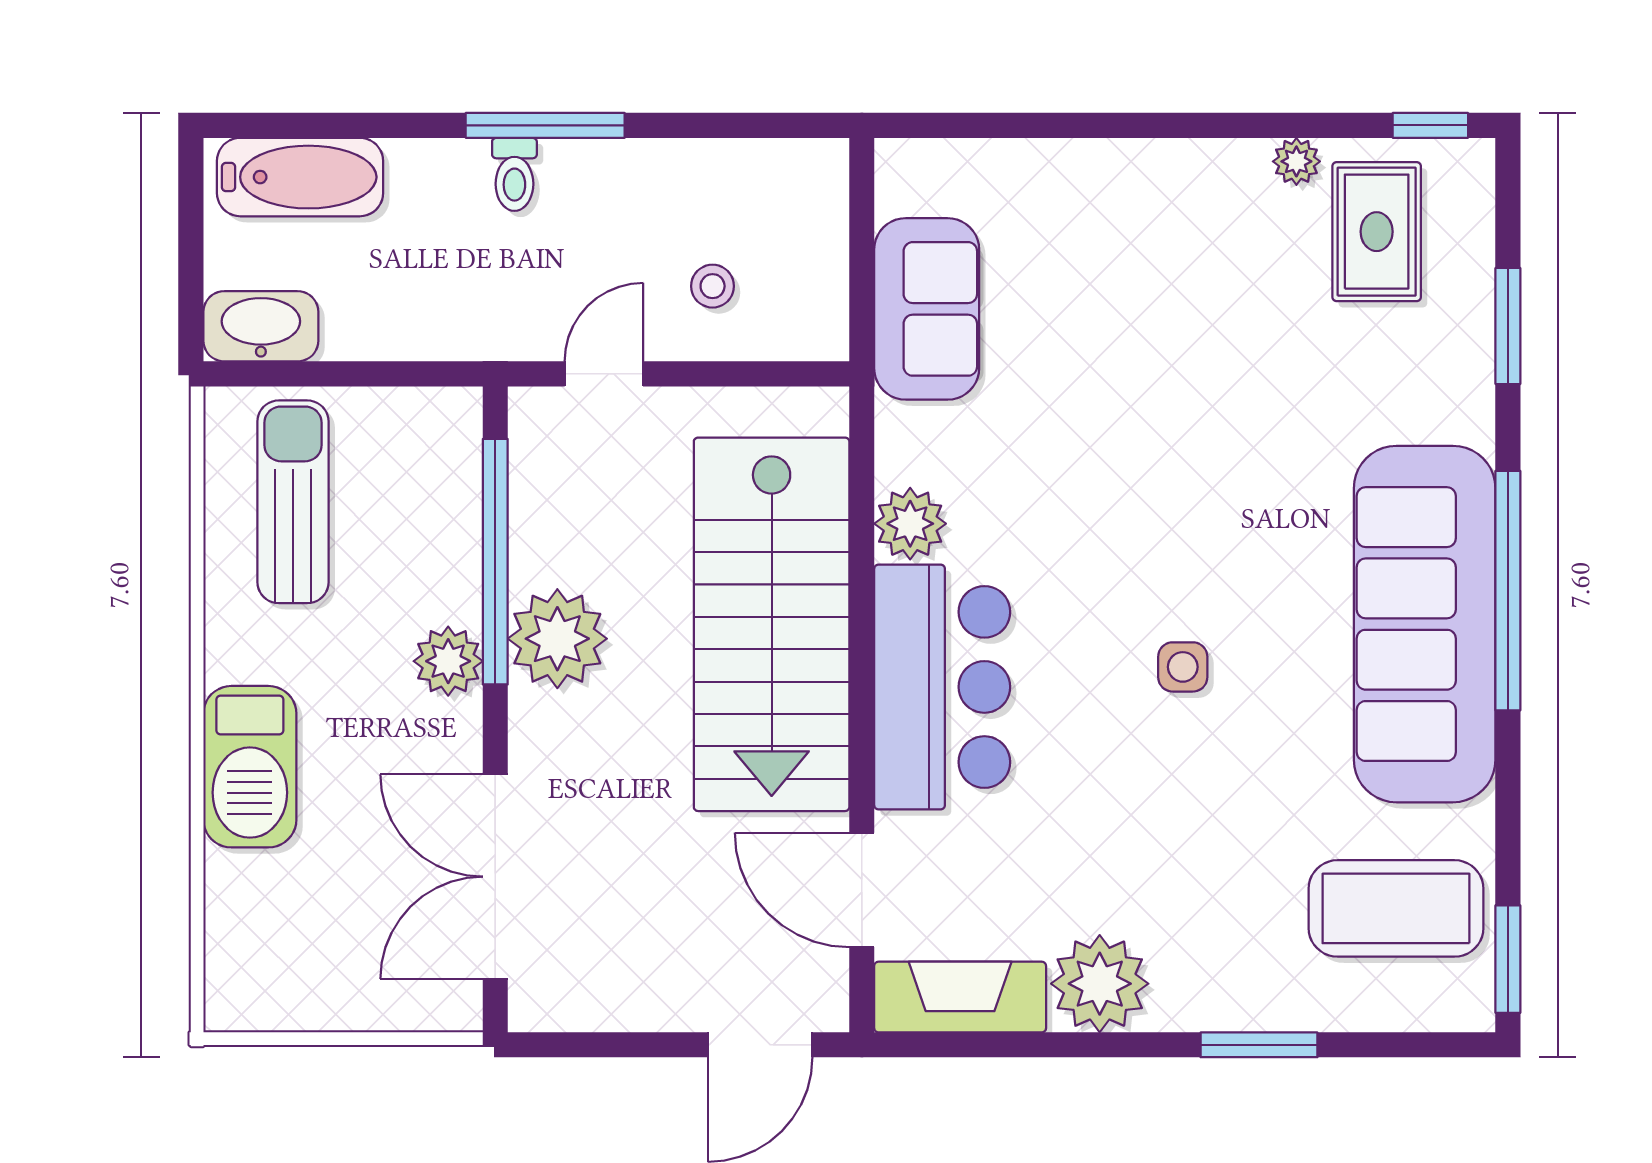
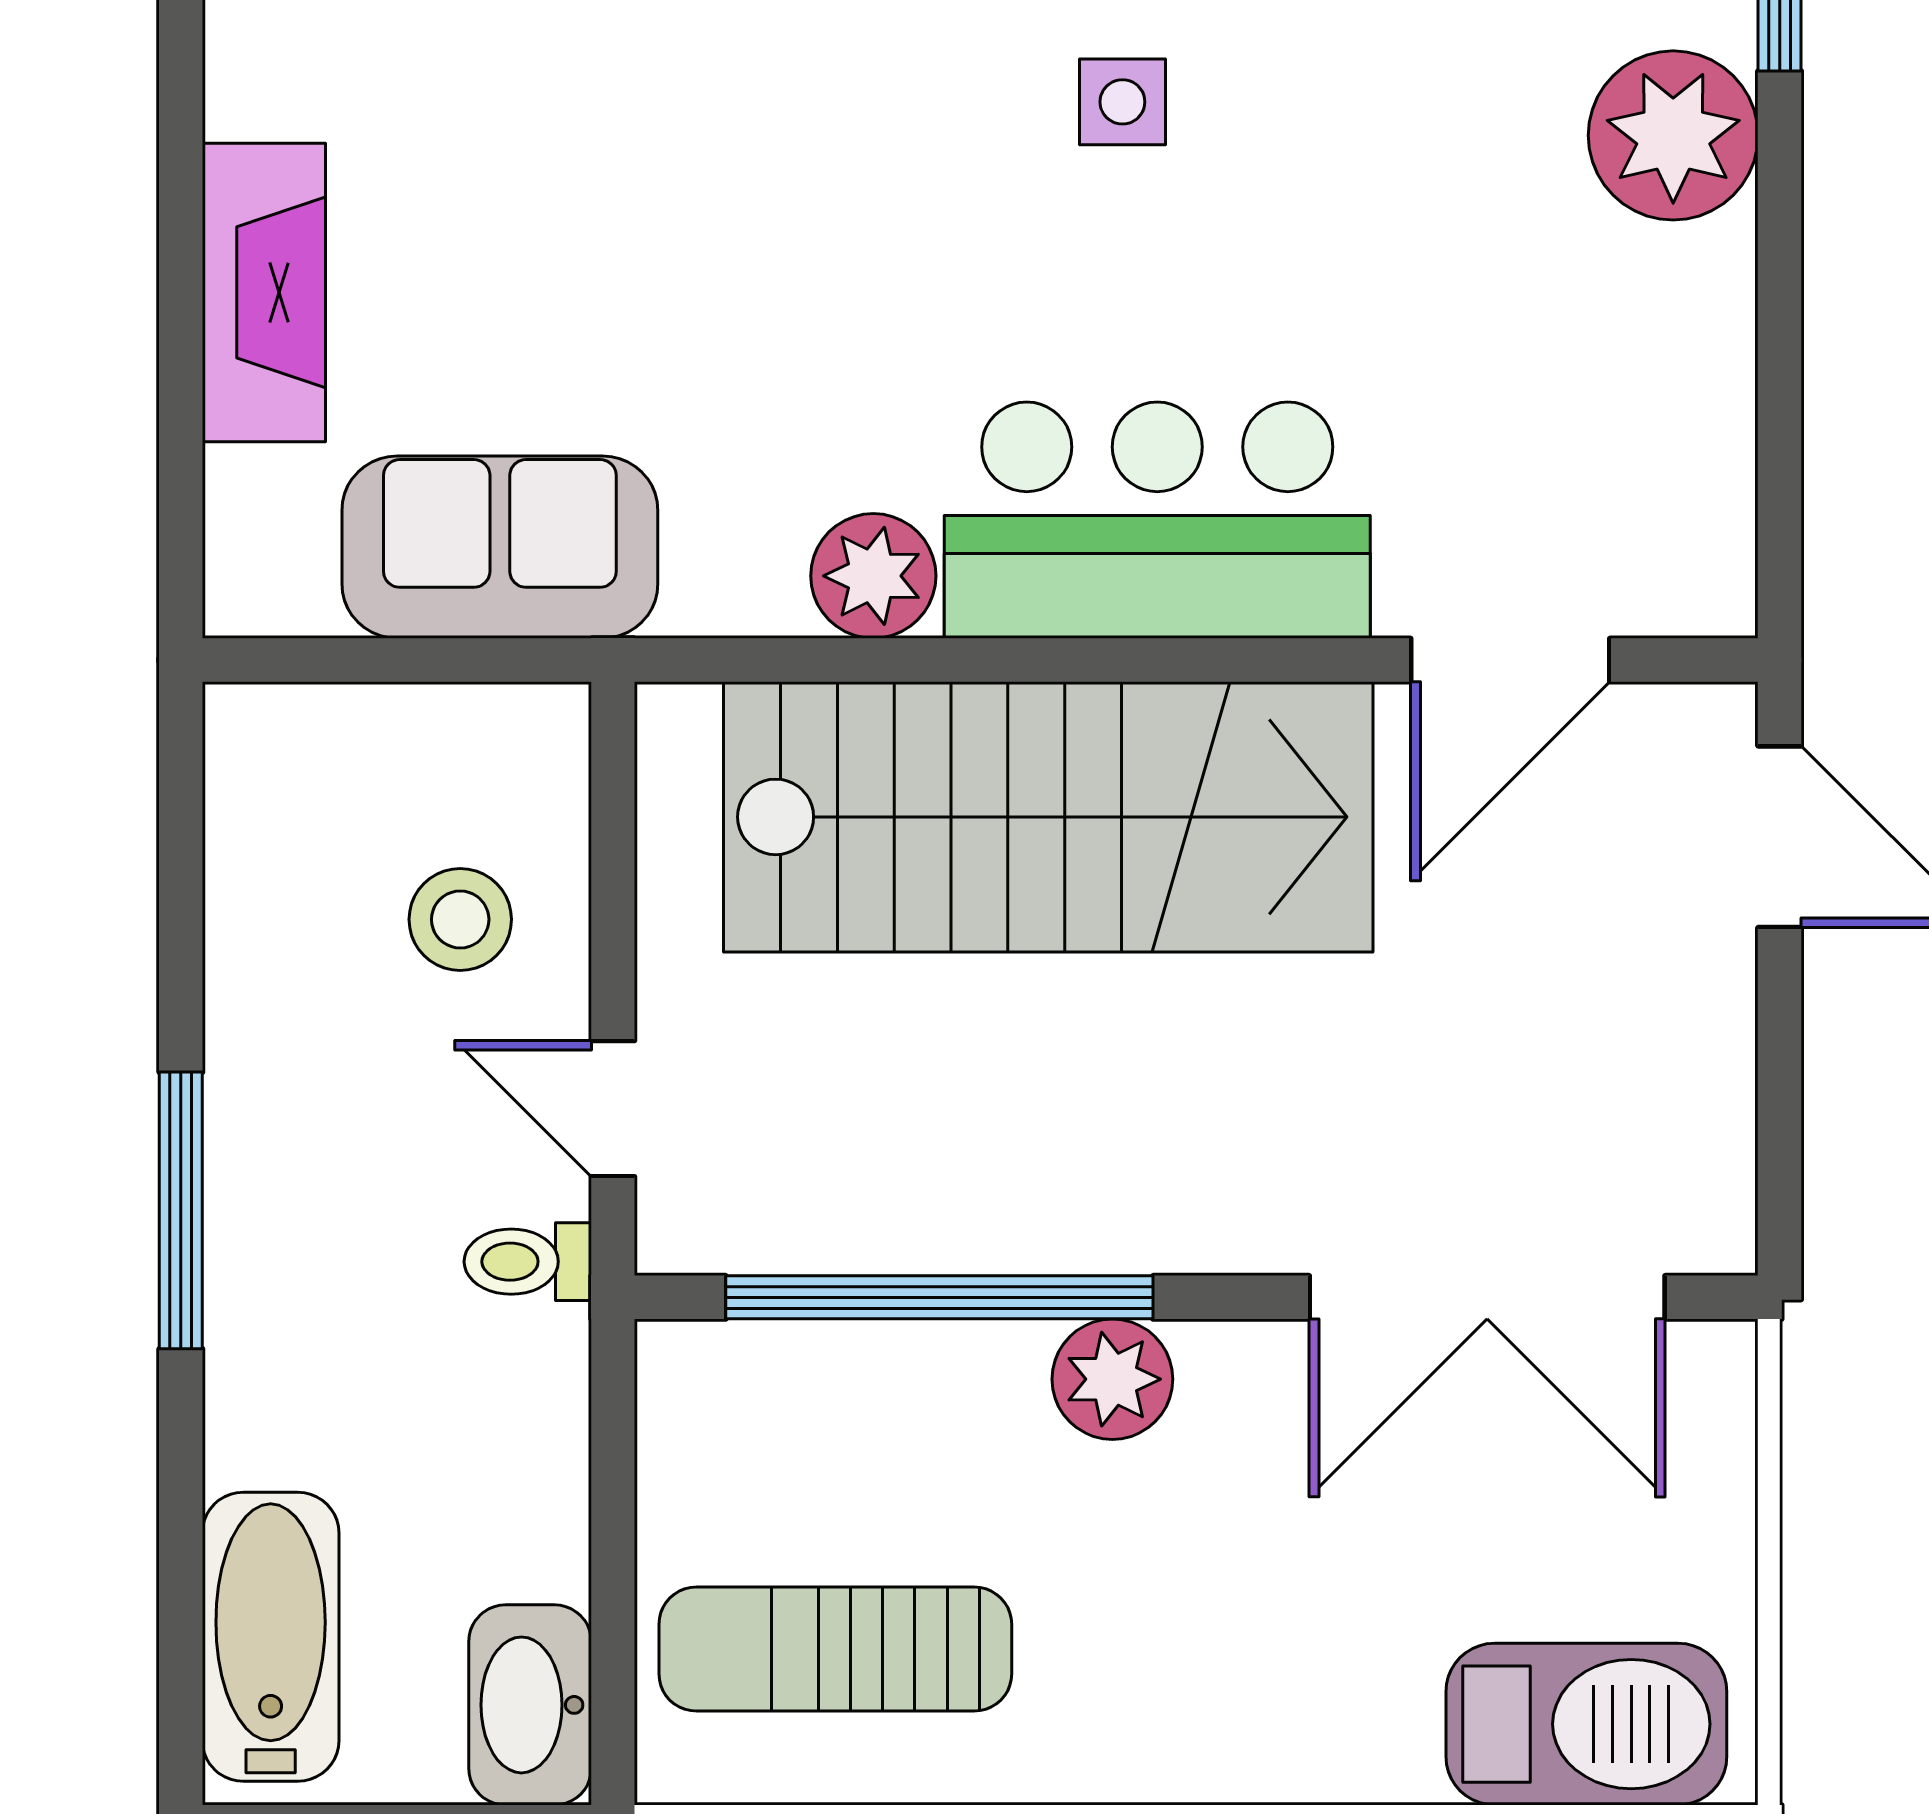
toilet: (514, 174) -> (528, 1262), moved, turned 180
stool: (713, 286) -> (460, 919), width x1.37, depth x1.37
plant: (557, 639) -> (1073, 1189), removed
barbecue: (250, 767) -> (1586, 1724), moved
plant: (1100, 984) -> (1673, 135), moved
fireplace: (960, 997) -> (264, 292), moved, turned 180

